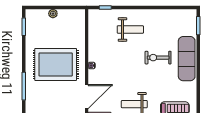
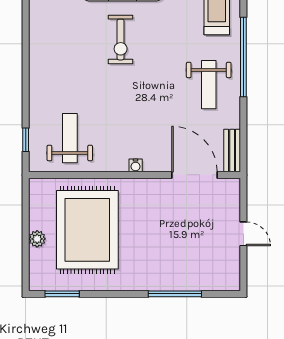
weight bench: (130, 29) -> (70, 138), moved
rug: (56, 64) -> (87, 230), moved

